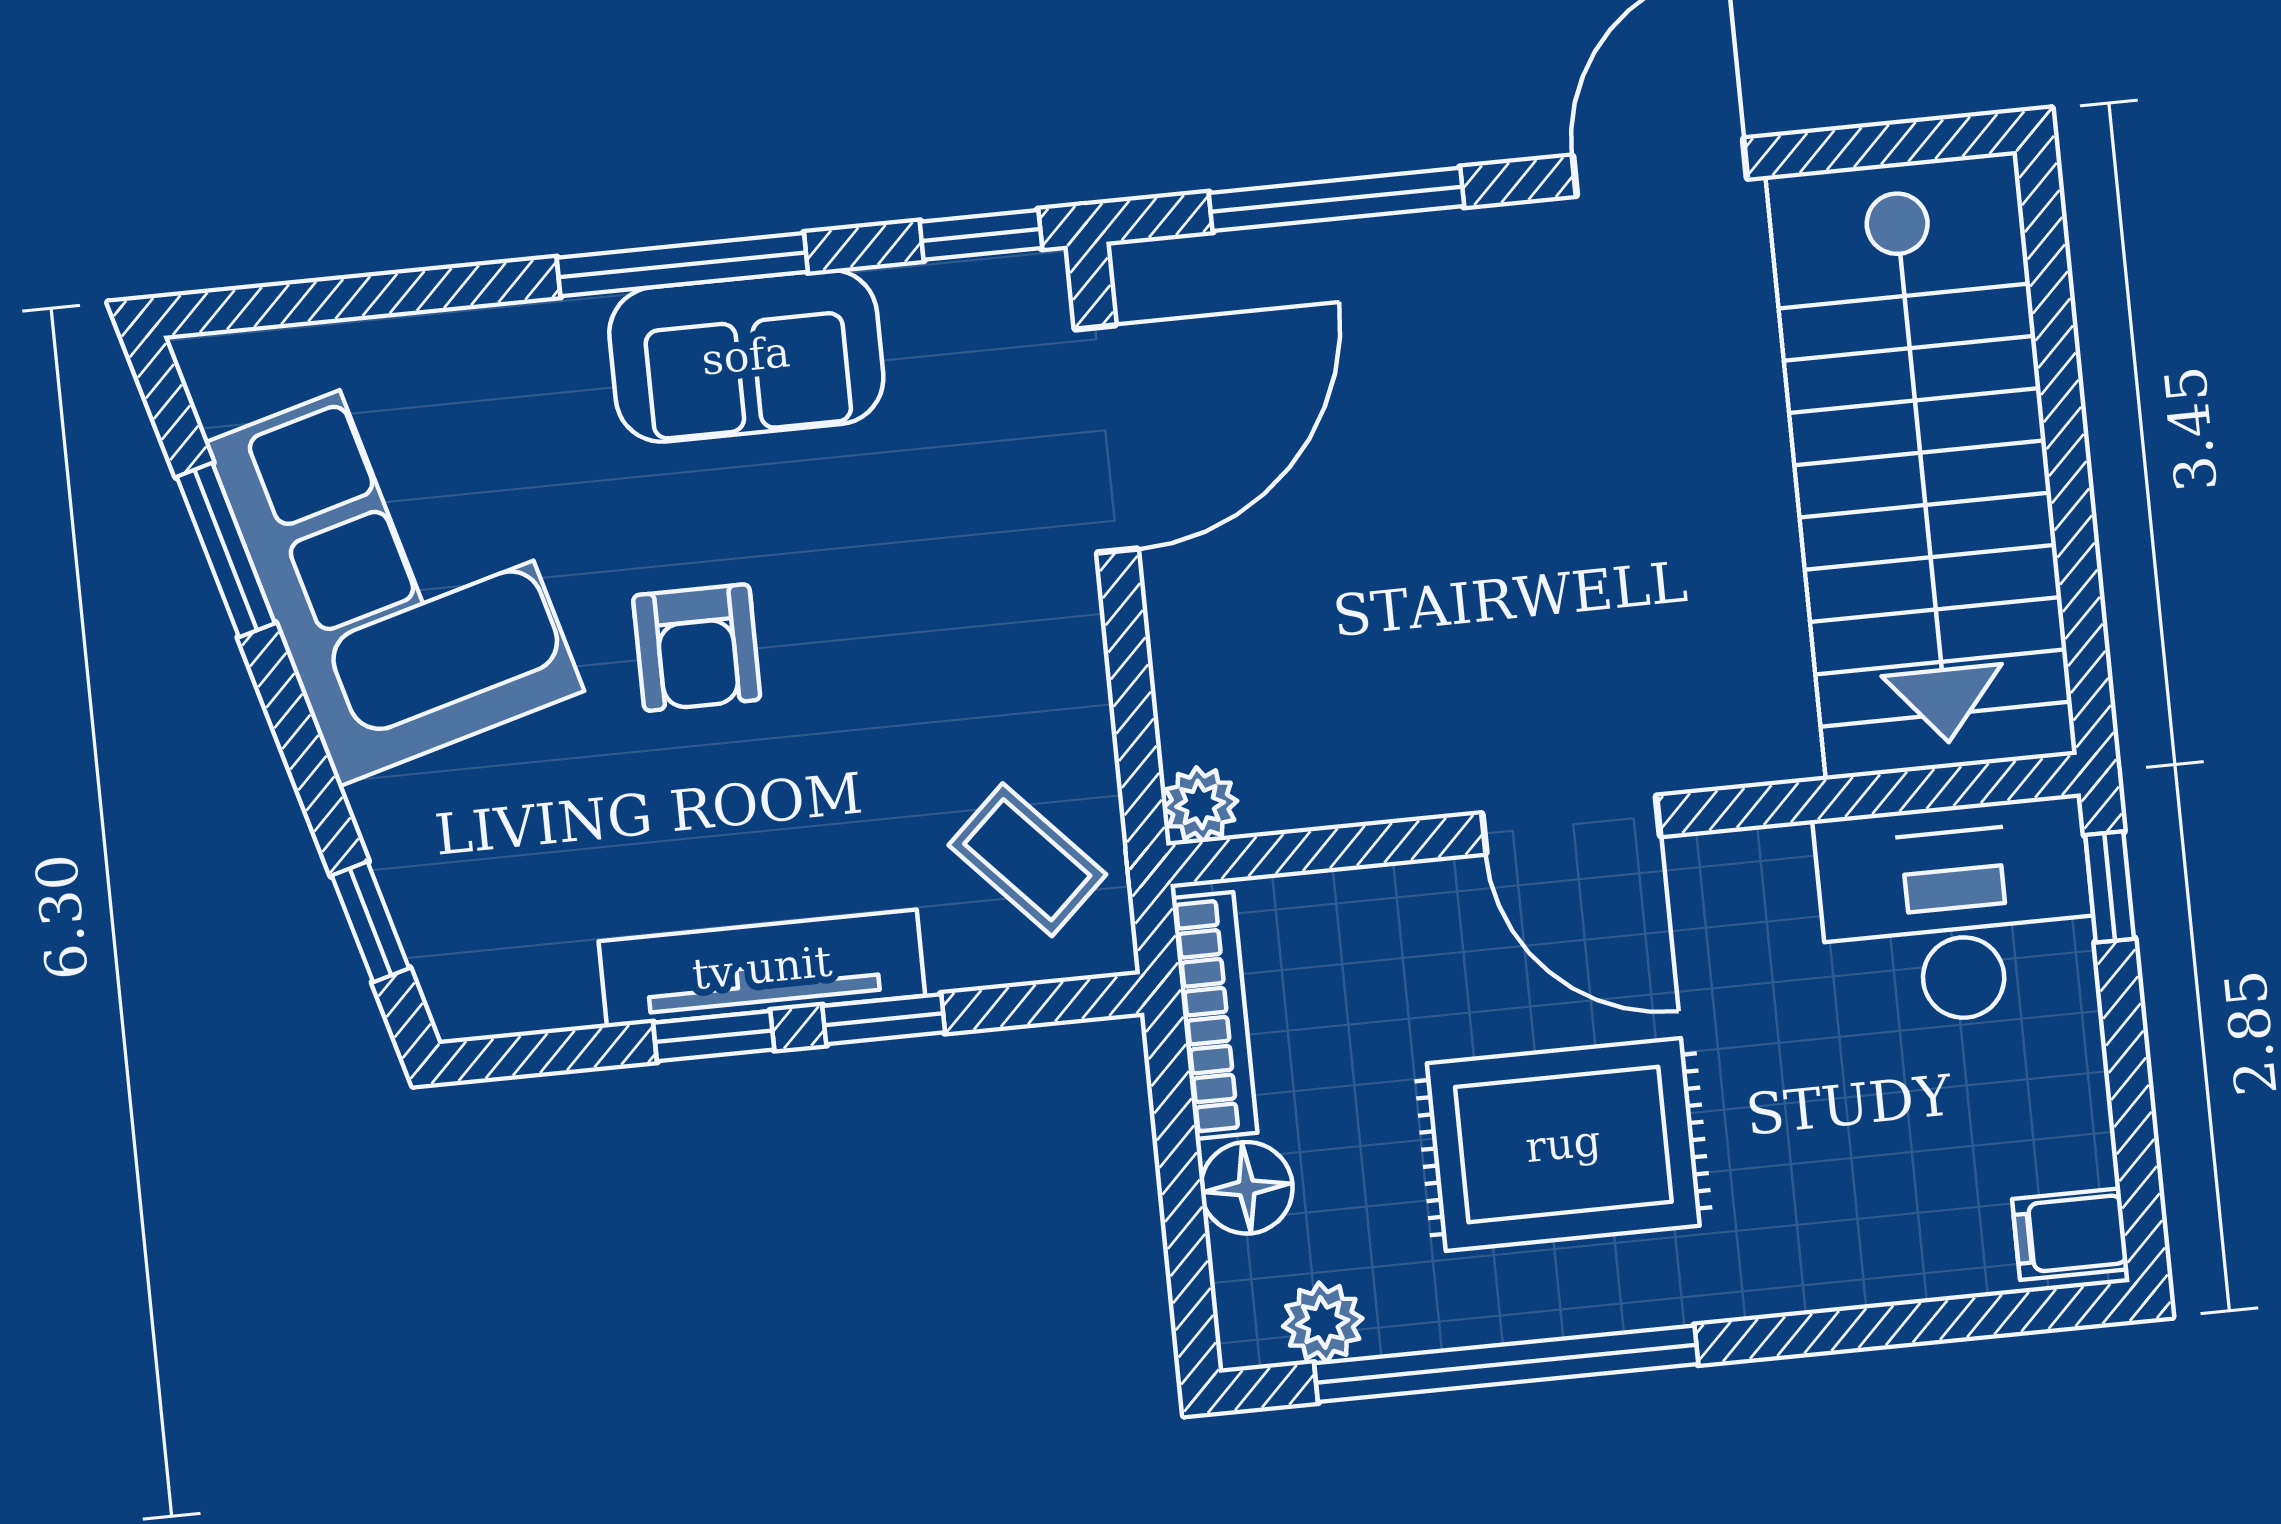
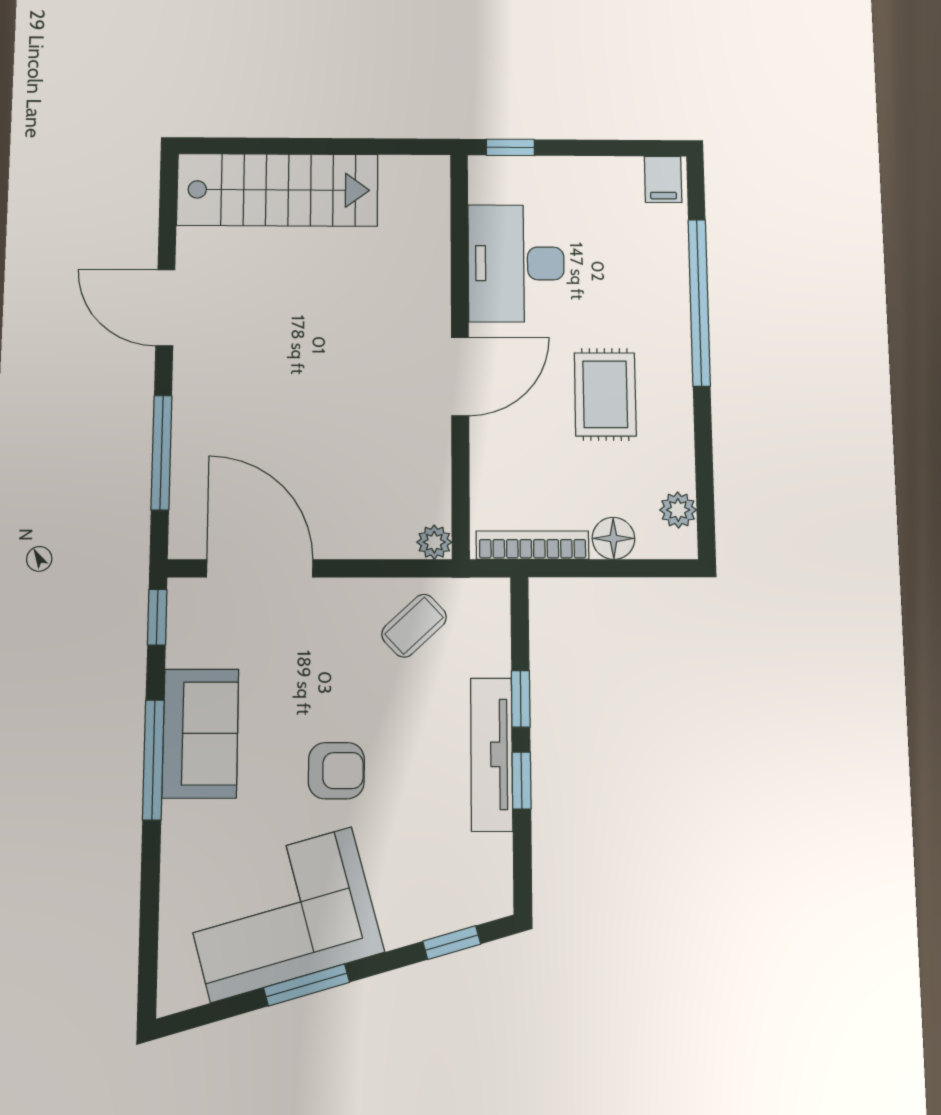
stairs: (1921, 465) -> (278, 190), width x0.73, depth x0.66
window: (226, 550) -> (307, 985), moved
coffee table: (1027, 860) -> (414, 626), moved
desk: (1957, 912) -> (516, 263), moved
rug: (1563, 1144) -> (605, 394), width x0.73, depth x0.70
window: (1506, 1364) -> (699, 302), moved

